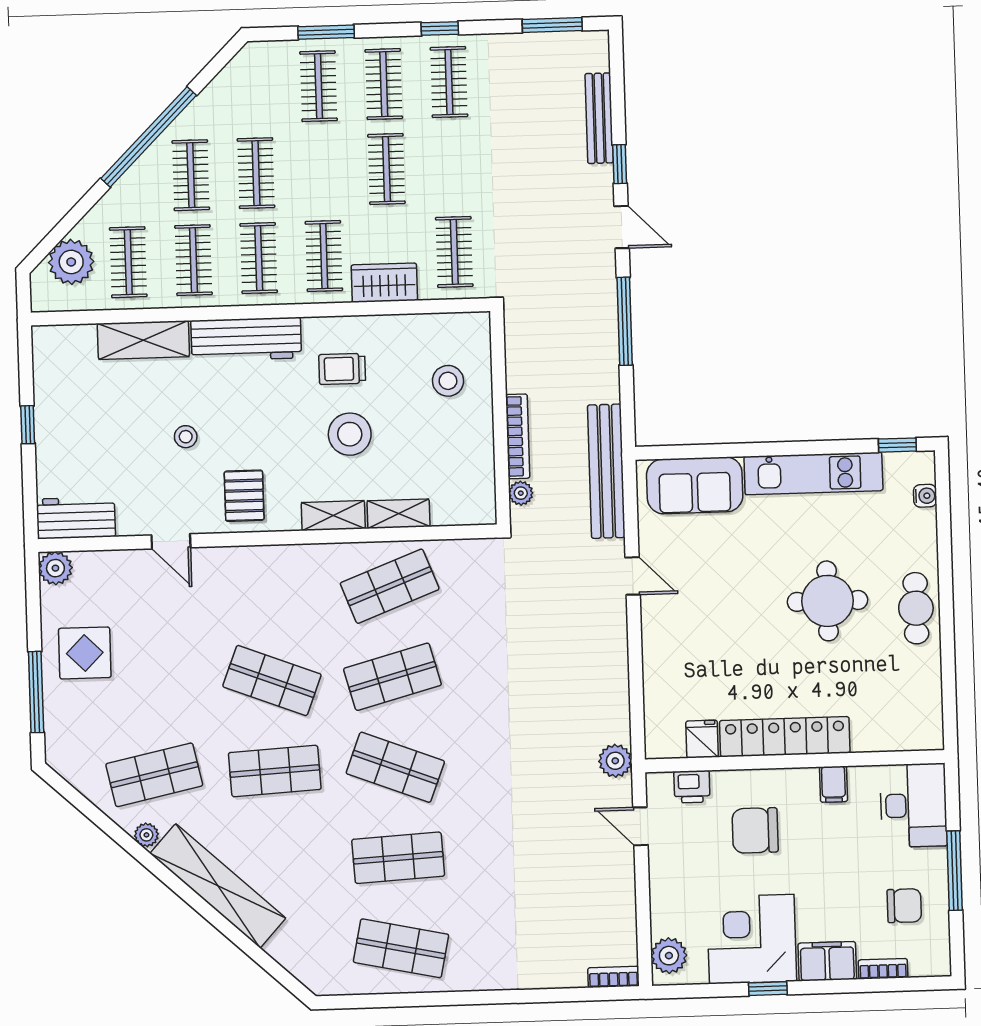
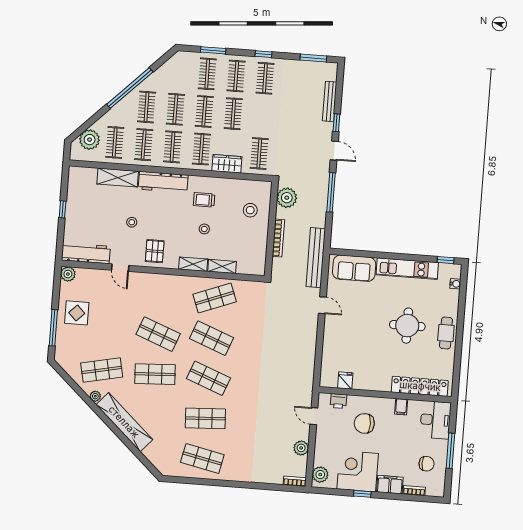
clothes rail: (321, 171) -> (204, 111), added
stool: (350, 434) -> (204, 229), width x0.53, depth x0.53
plant: (521, 493) -> (287, 198), moved, width x1.88, depth x1.88
workbench: (76, 518) -> (86, 253), width x1.38
shop shelf: (392, 677) -> (212, 338), turned 36
locker: (785, 737) -> (420, 386), moved
plant: (615, 761) -> (301, 448), moved

